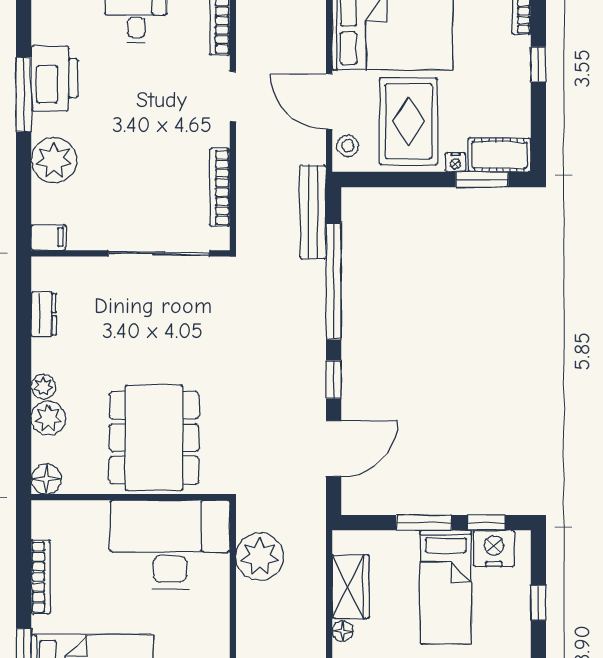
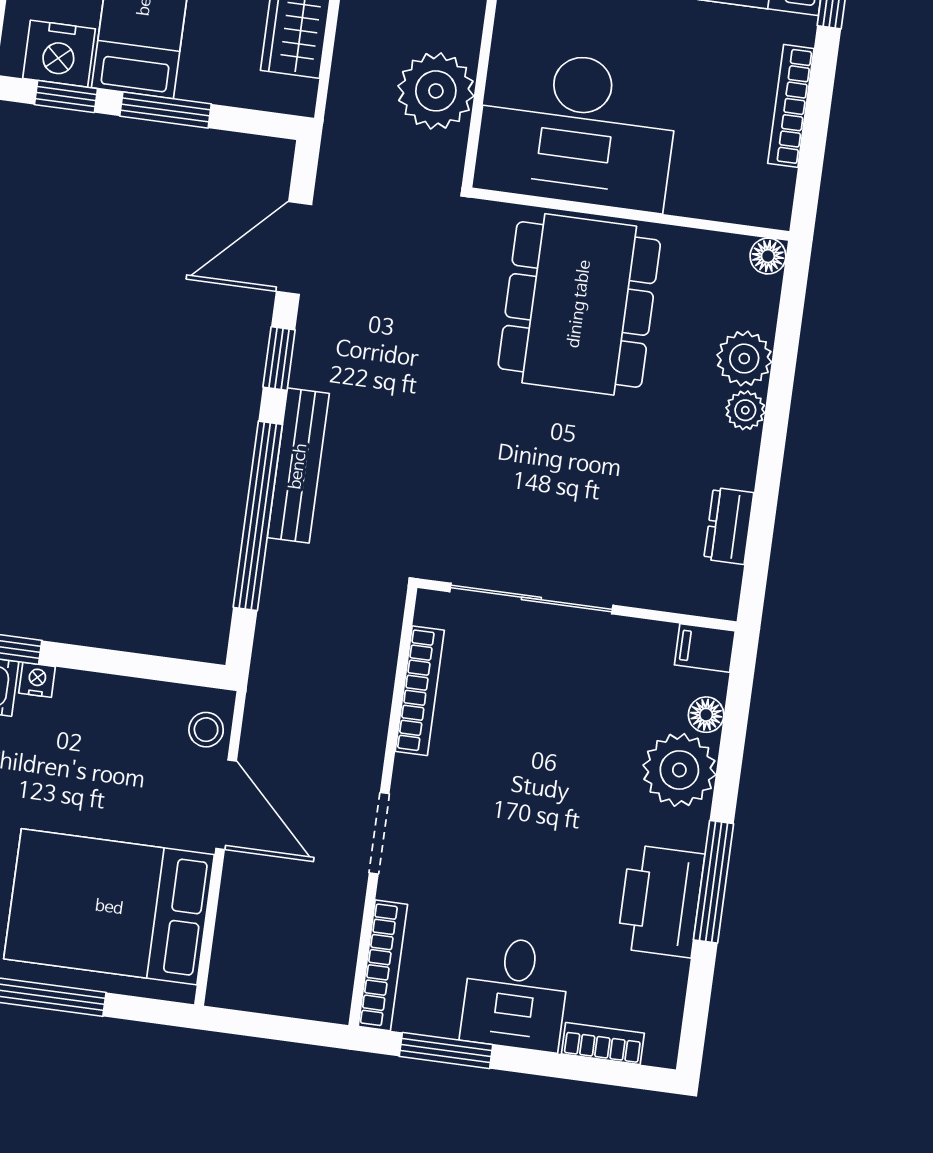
rug: (409, 121) -> (103, 756), removed
floor lamp: (42, 196) -> (706, 715), added
bench: (313, 212) -> (298, 466), moved
floor lamp: (46, 479) -> (768, 256), width x0.73, depth x0.73

